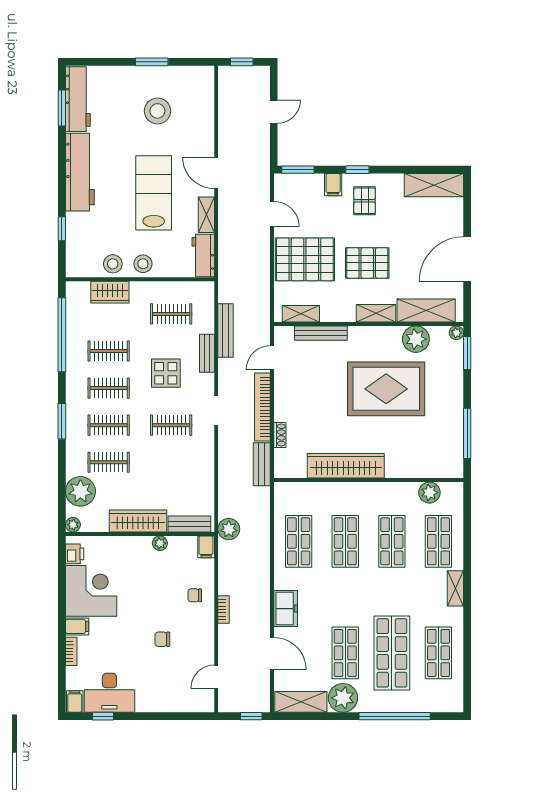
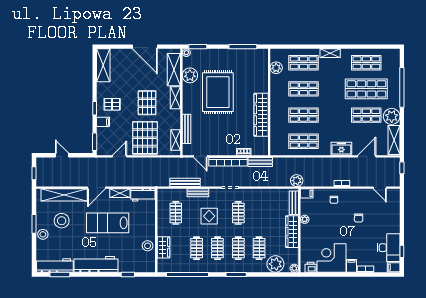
shelving: (203, 115) -> (64, 195), added
stool: (143, 264) -> (43, 234), moved

